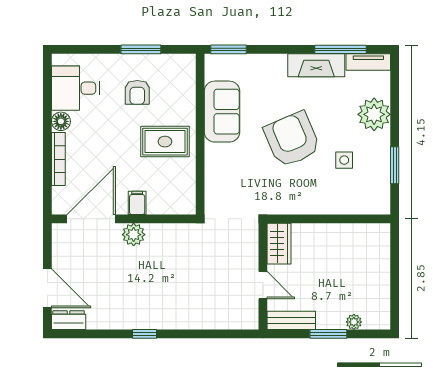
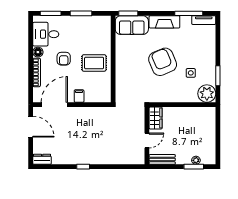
window: (84, 49) -> (51, 13), added
fireplace: (316, 65) -> (164, 22), moved
armchair: (137, 92) -> (64, 59), moved
sofa: (222, 112) -> (132, 25), moved, turned 90
plant: (374, 114) -> (207, 94), moved
plant: (134, 235) -> (77, 113), removed
door: (263, 285) -> (147, 140), hinge flipped
door: (47, 288) -> (31, 127), moved
window: (328, 334) -> (194, 167), moved

